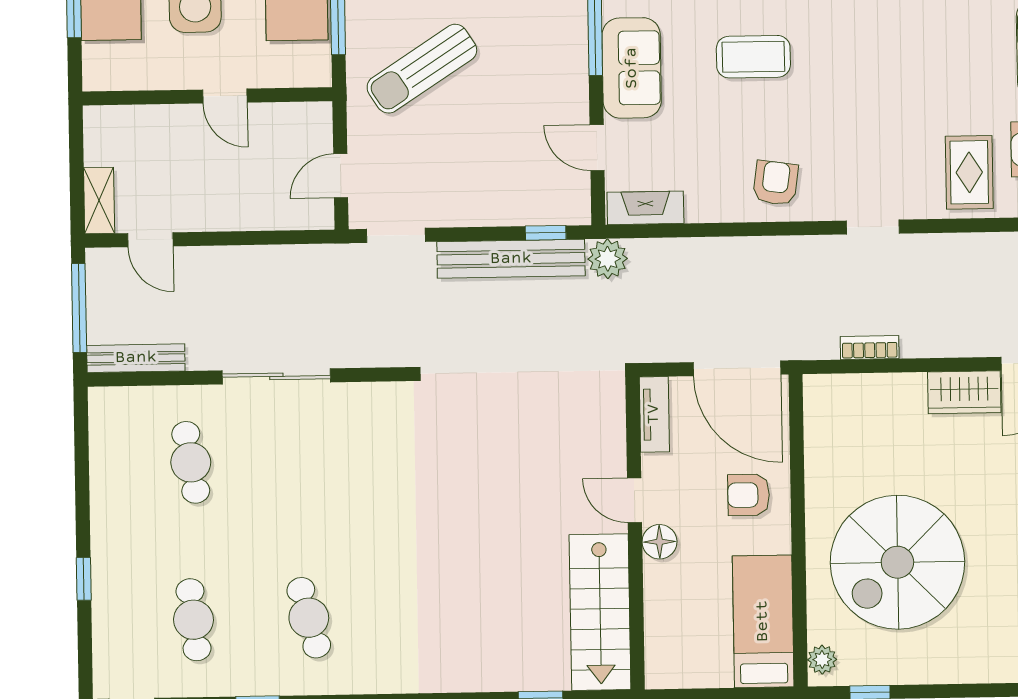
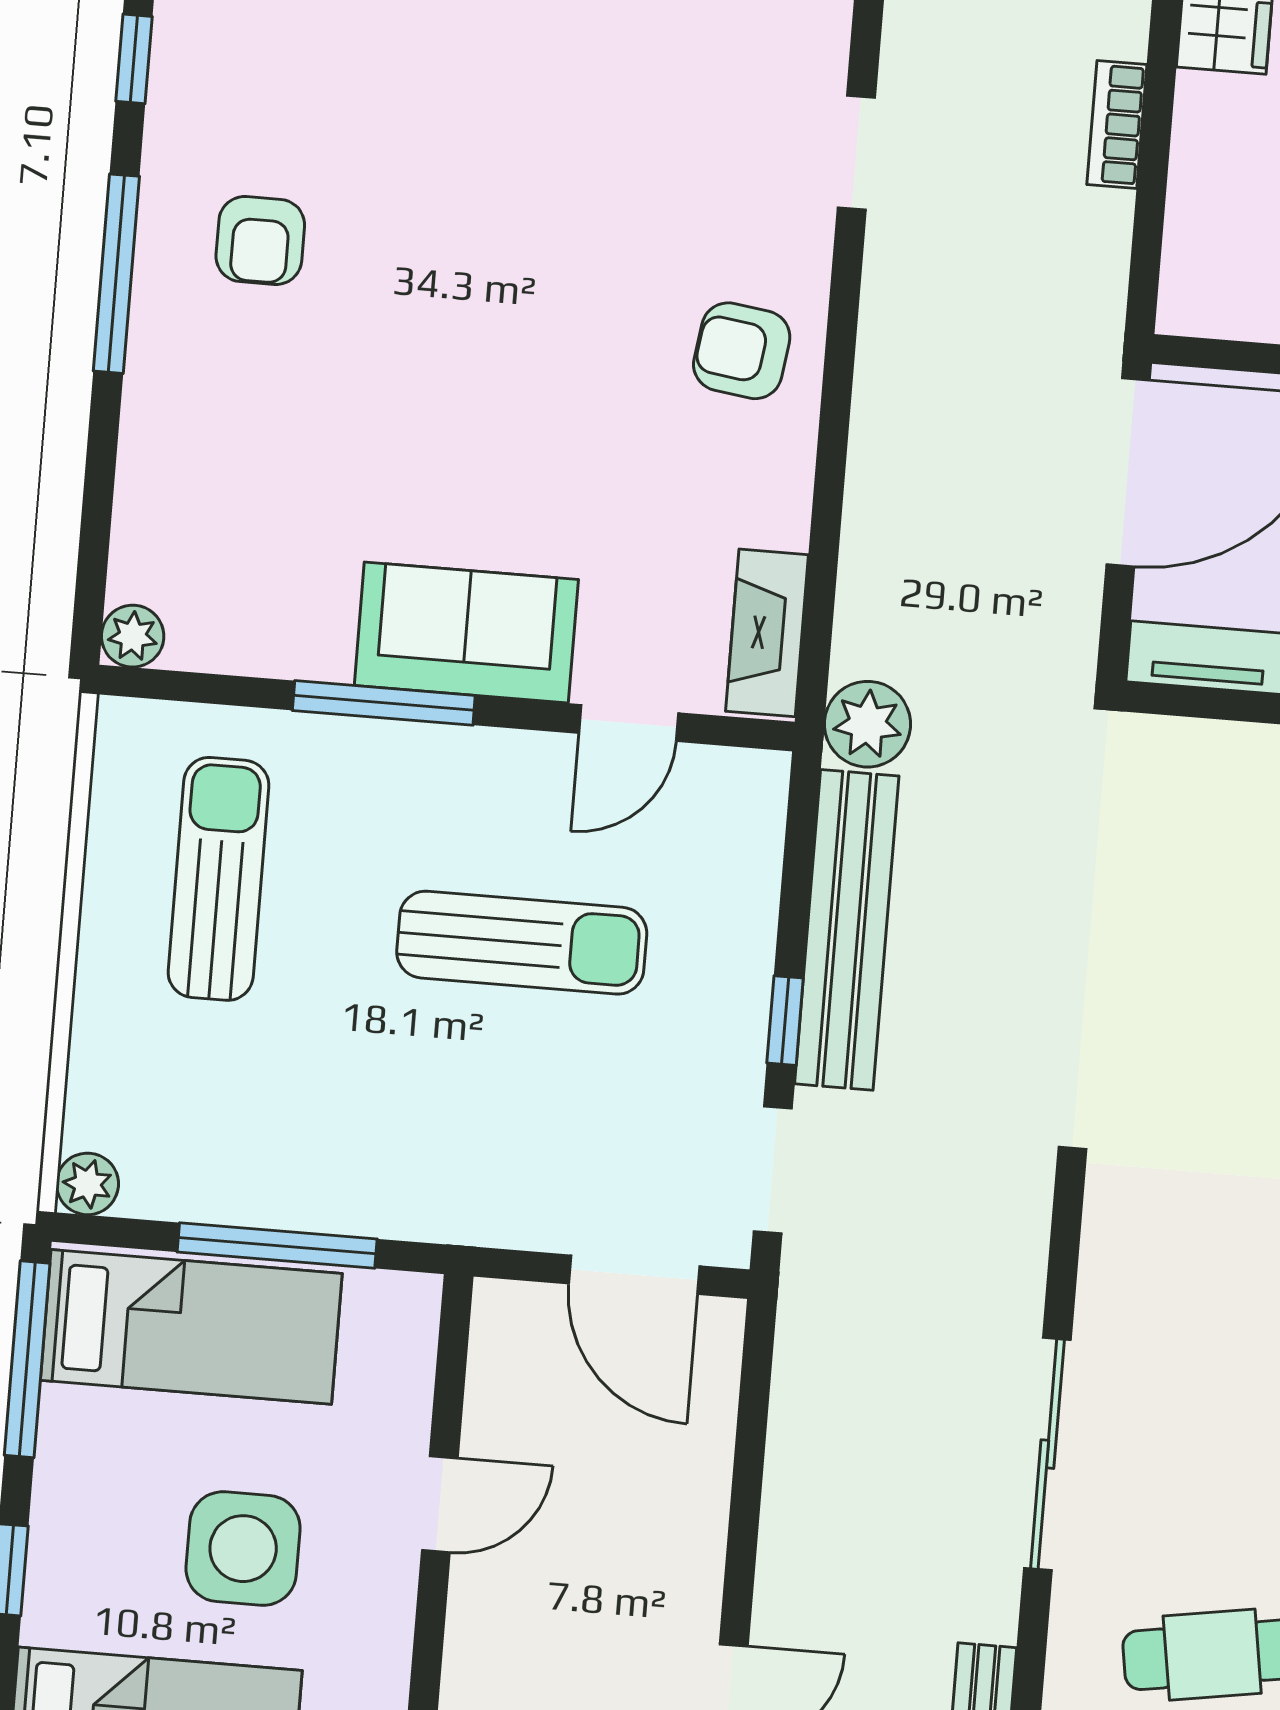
coffee table: (753, 57) -> (468, 371), removed
sun lounger: (422, 69) -> (522, 943), moved, turned -57
door: (341, 176) -> (634, 1275), width x1.38
window: (546, 233) -> (785, 1021), moved
bookcase: (870, 347) -> (1117, 124), moved

